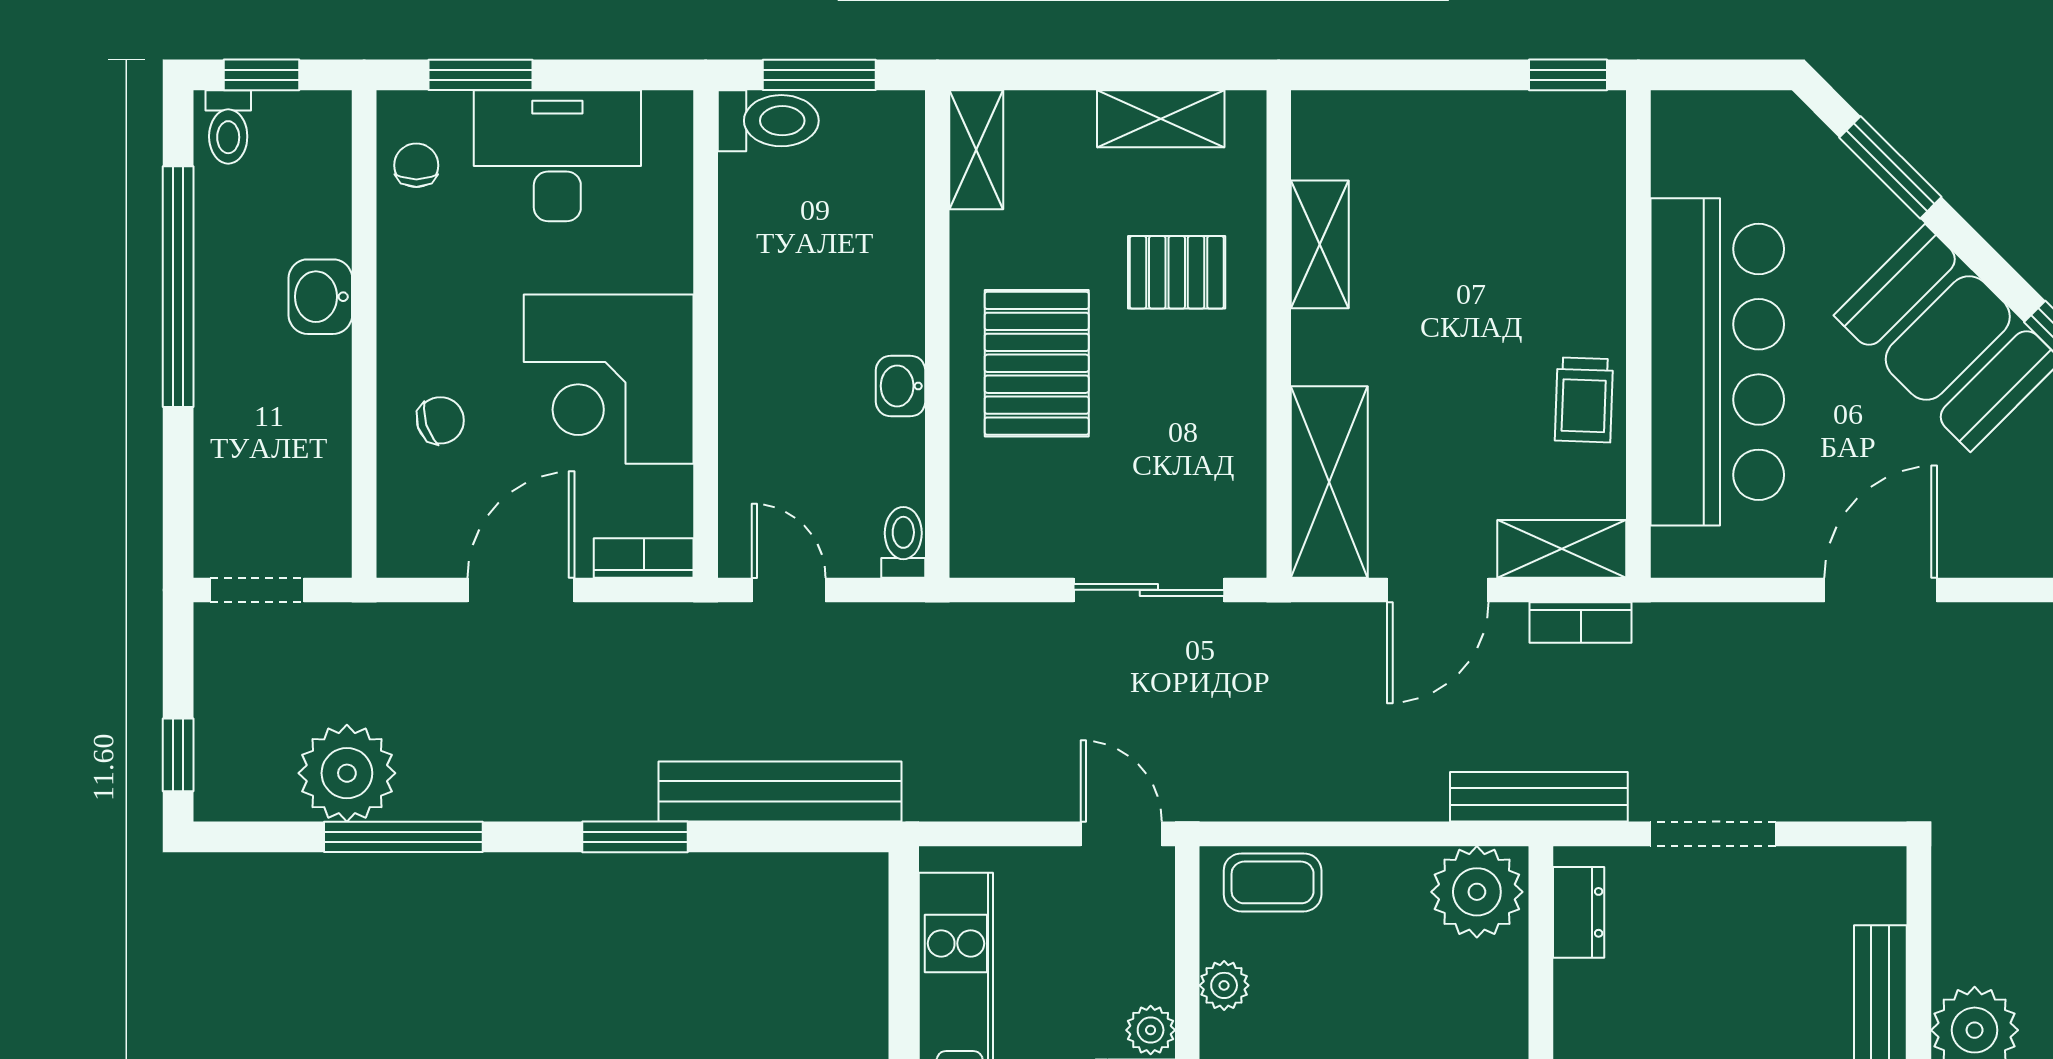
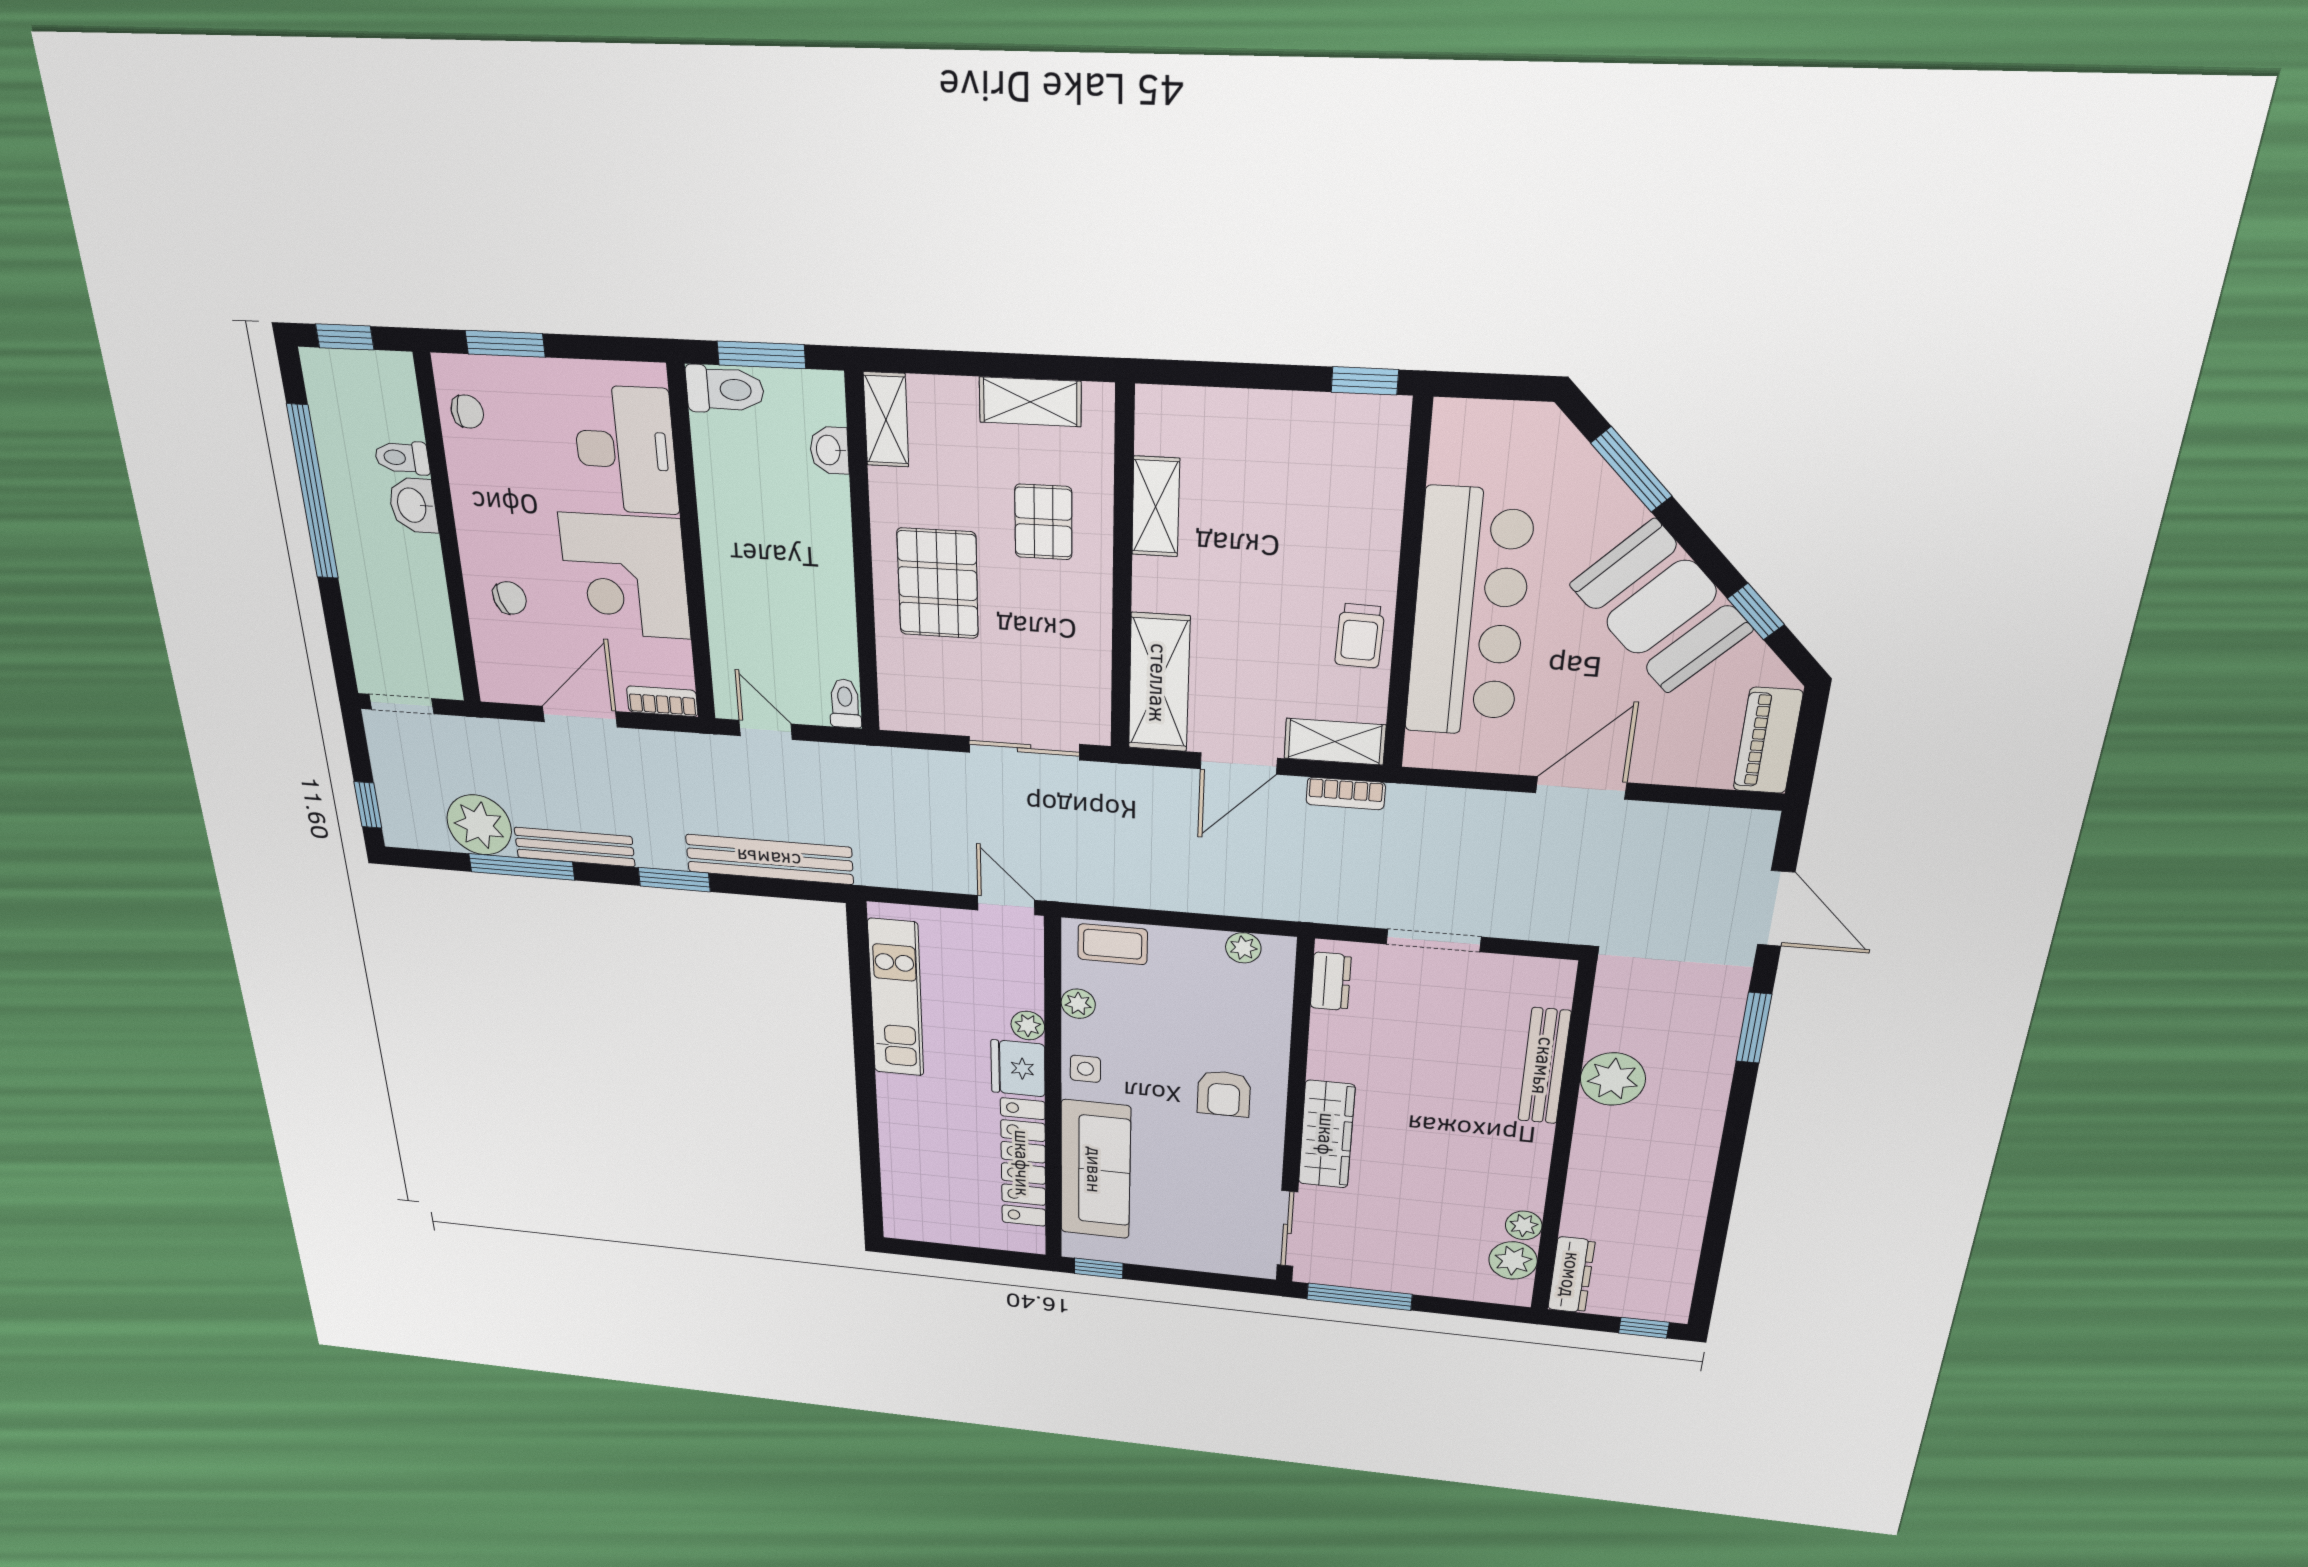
toilet: (228, 127) -> (402, 458), moved, turned 90
desk: (557, 156) -> (626, 450), moved, turned 90
chair: (416, 165) -> (467, 412), turned 90
pallet: (1177, 272) -> (1043, 522), turned 90
washbasin: (901, 386) -> (829, 450), moved
bench: (1539, 797) -> (575, 847), moved
plant: (1477, 892) -> (1243, 948), width x0.53, depth x0.53

